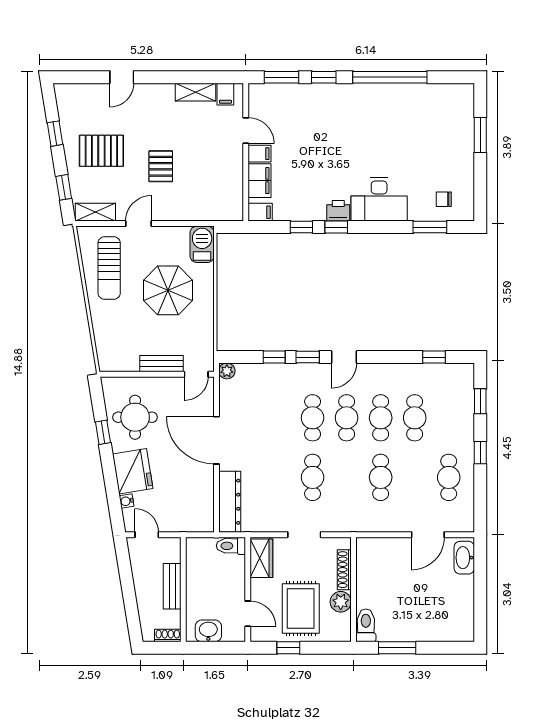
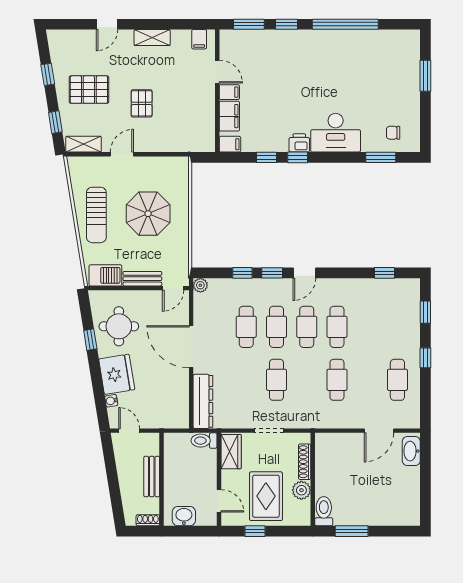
shelving: (195, 92) -> (152, 38), moved
barbecue: (202, 244) -> (105, 275), moved, turned 90
sun lounger: (109, 268) -> (96, 215), moved
cafe table: (415, 418) -> (246, 327), moved

